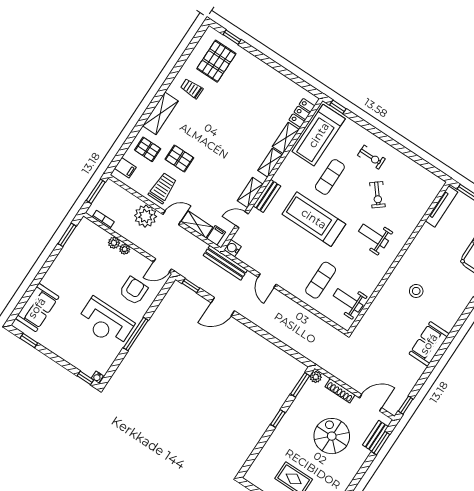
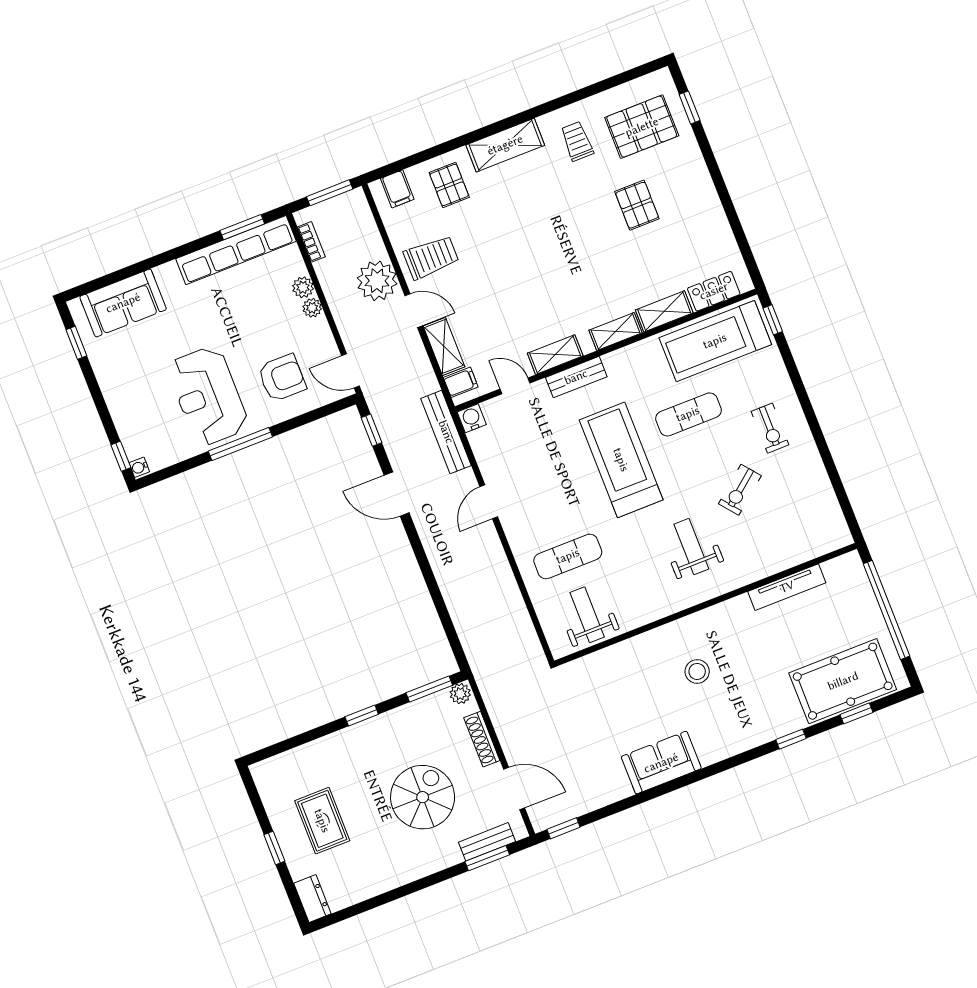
pallet: (179, 158) -> (637, 205), moved
tv unit: (441, 206) -> (787, 587), moved
row of seats: (72, 247) -> (236, 250), added

